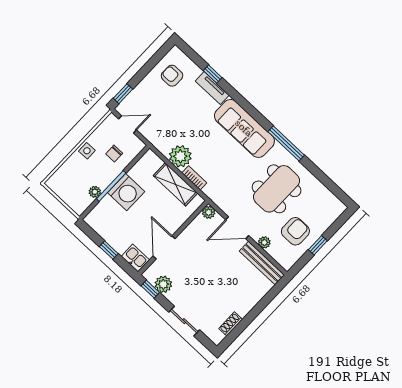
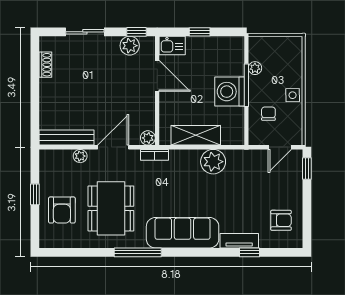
bookcase: (194, 178) -> (154, 155), moved
armchair: (295, 231) -> (62, 210), moved

